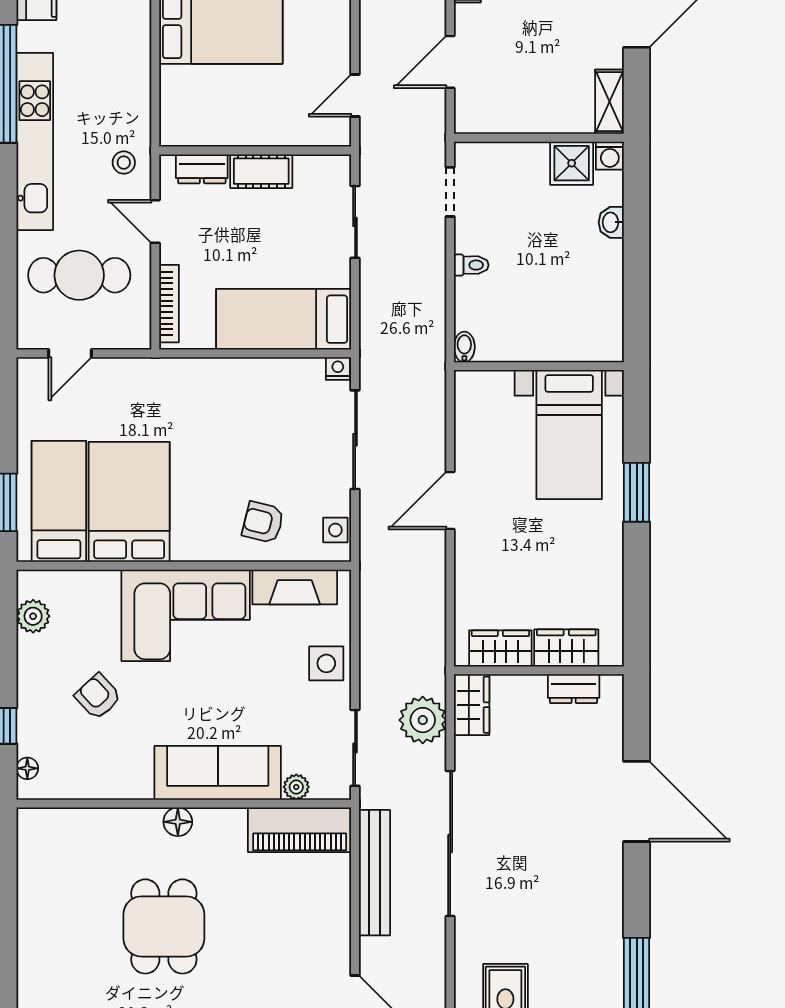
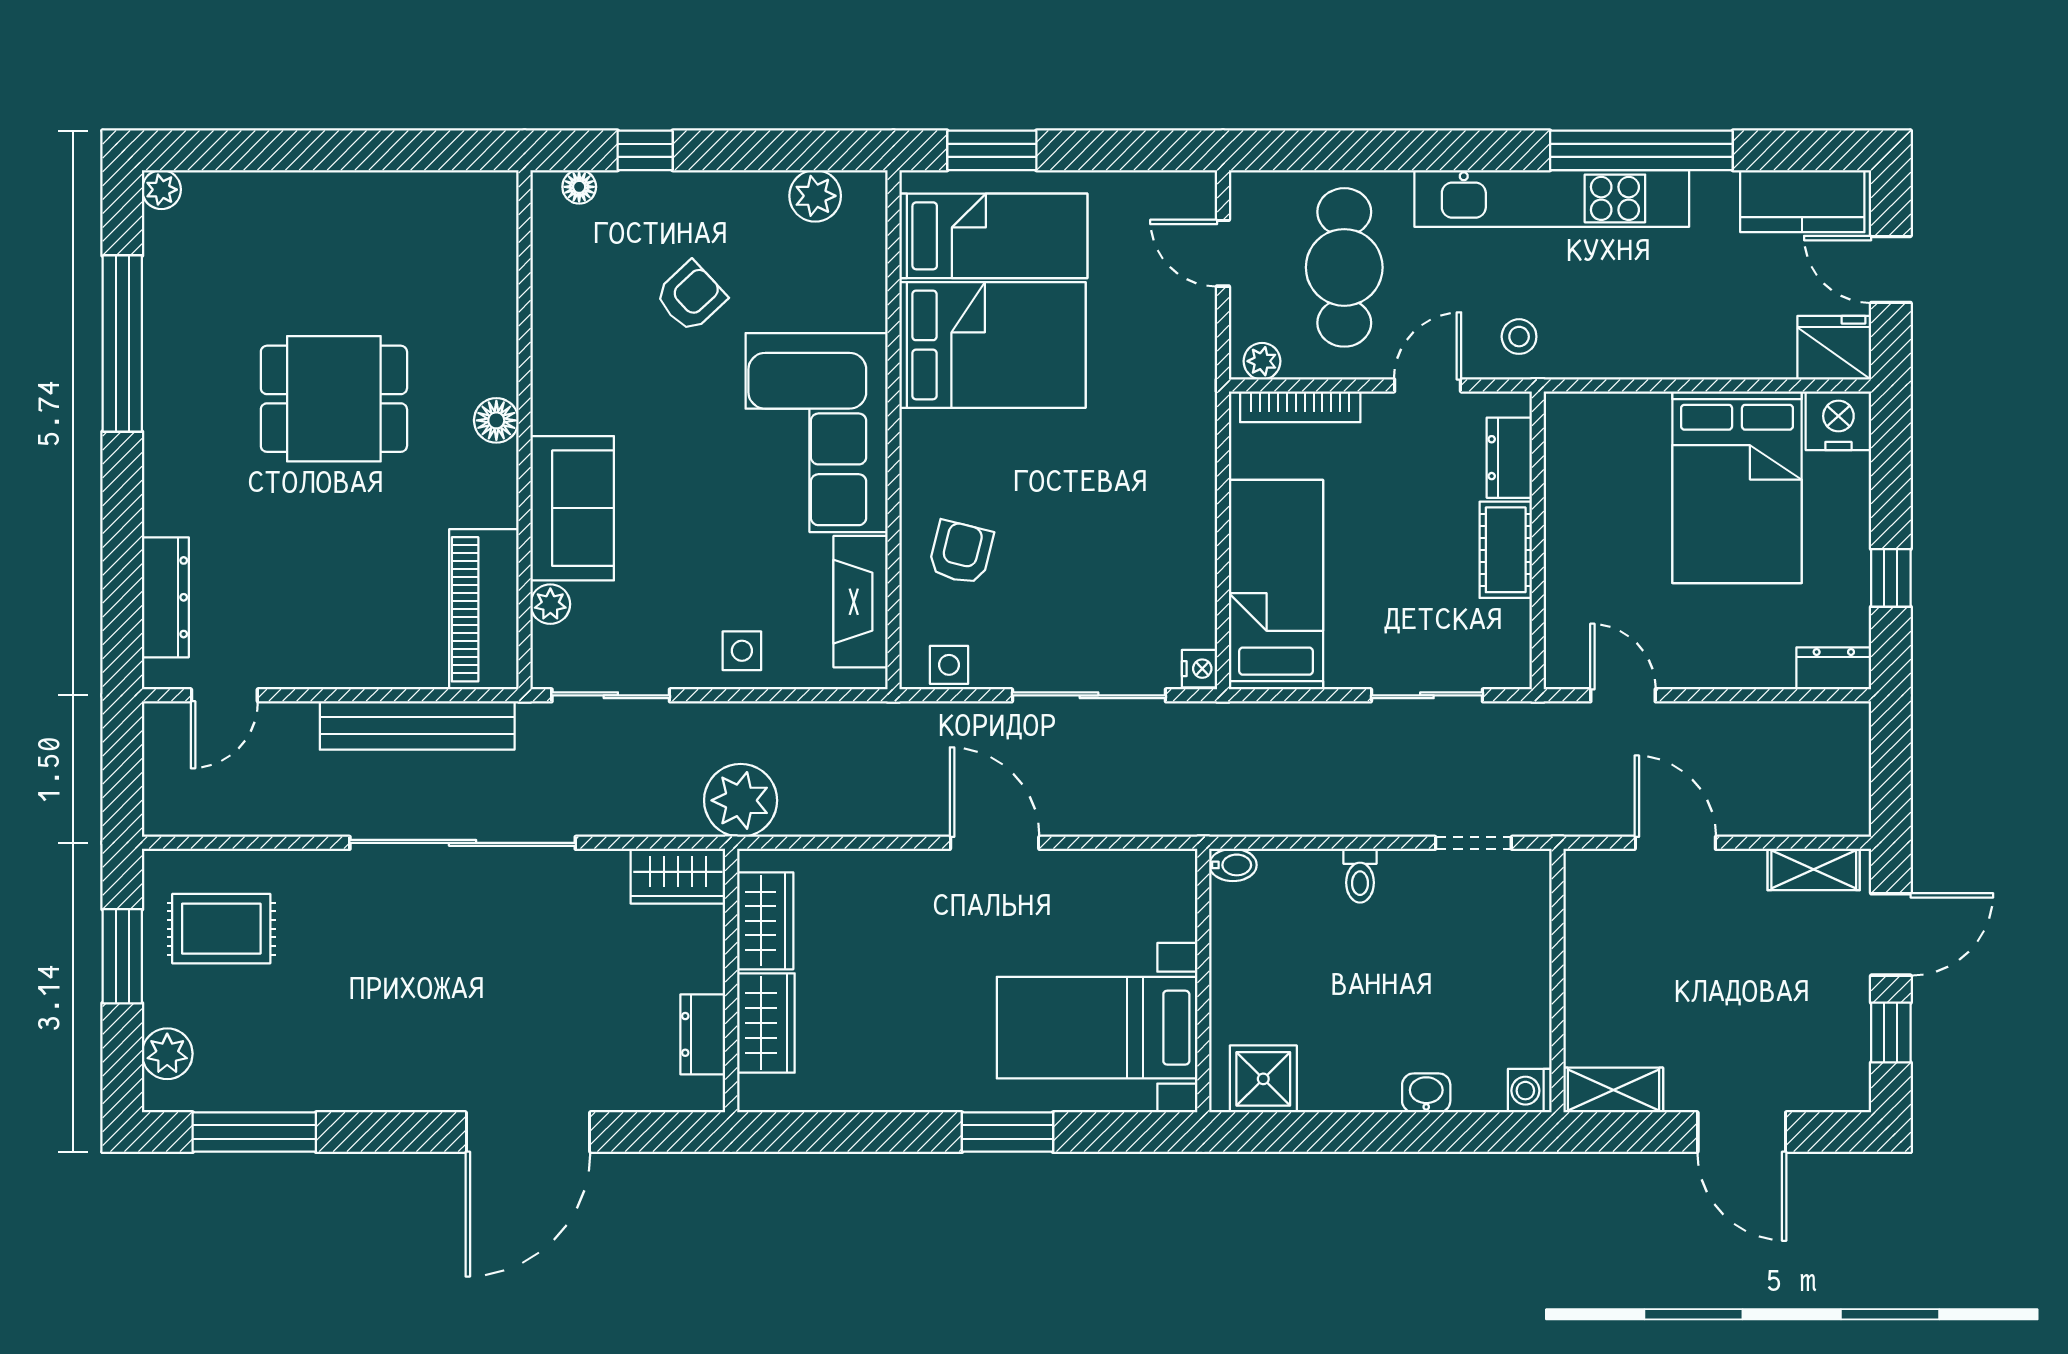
shower: (572, 163) -> (1263, 1079), moved
plant: (140, 328) -> (1262, 361), added
side table: (326, 663) -> (742, 651), width x0.73, depth x0.73
plant: (423, 720) -> (741, 800), moved
sofa: (218, 773) -> (572, 508), width x0.73

